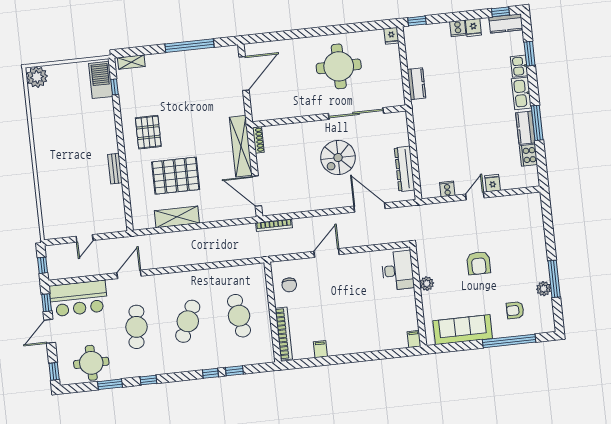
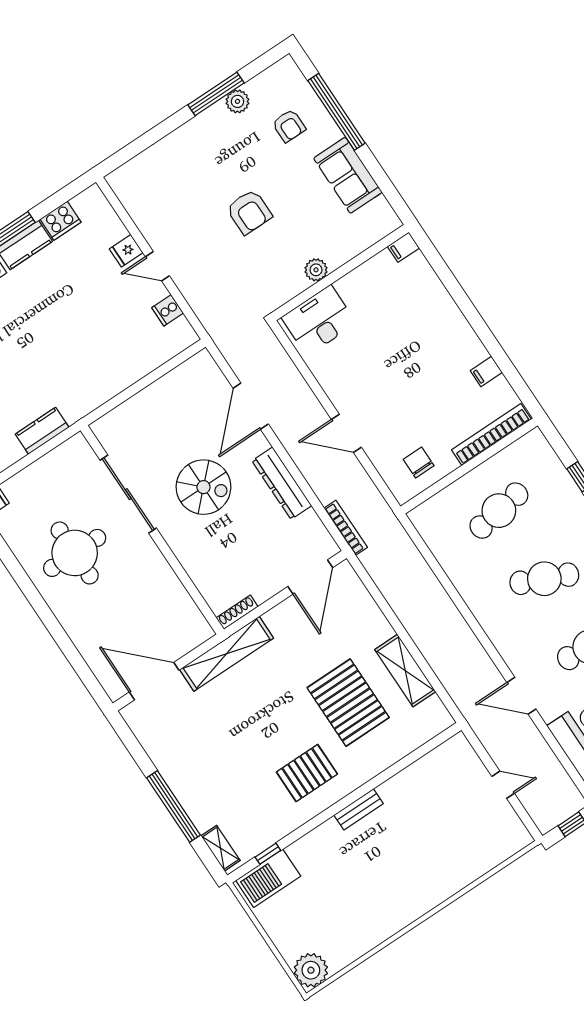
window: (190, 46) -> (174, 806), moved
shelving: (241, 146) -> (227, 654), moved
bench: (115, 169) -> (359, 809), moved
dresser: (405, 169) -> (282, 483), moved, turned 90
armchair: (479, 263) -> (249, 212), turned 90
chair: (289, 285) -> (419, 463), turned -90
sofa: (463, 330) -> (348, 175), width x0.73

